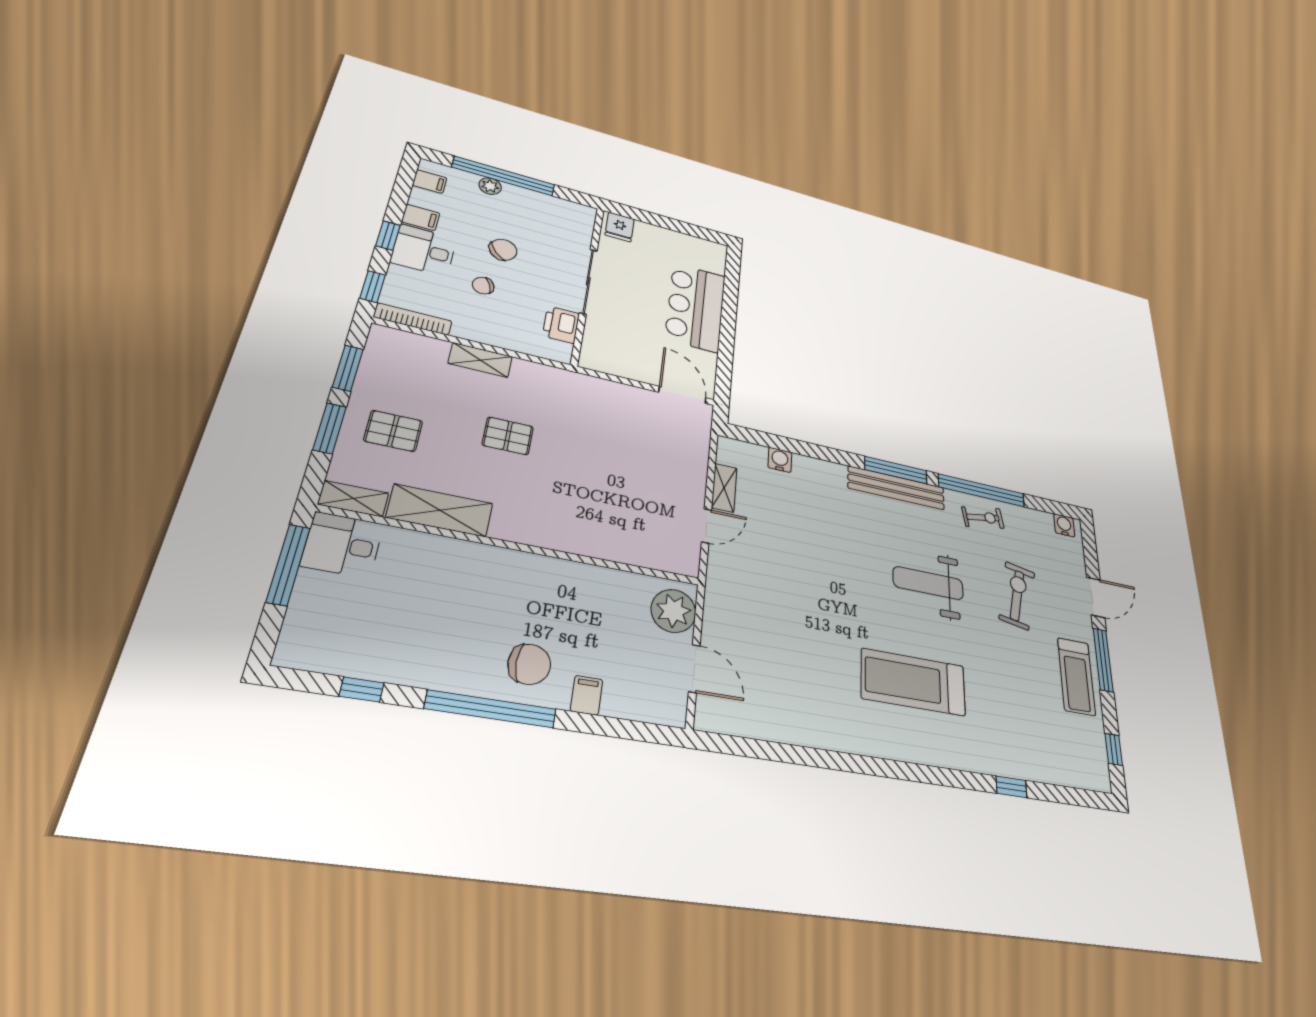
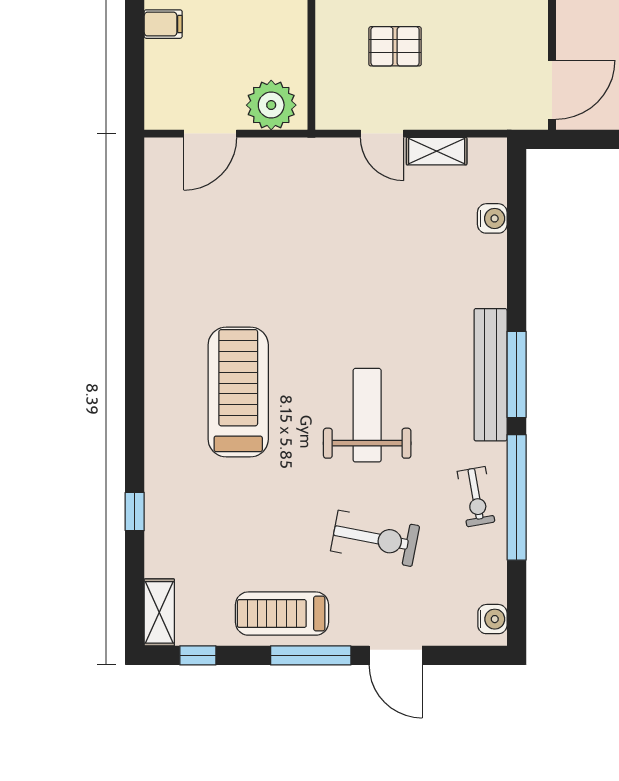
pallet: (633, 500) -> (395, 46), added
shelving: (1086, 777) -> (159, 612), added

